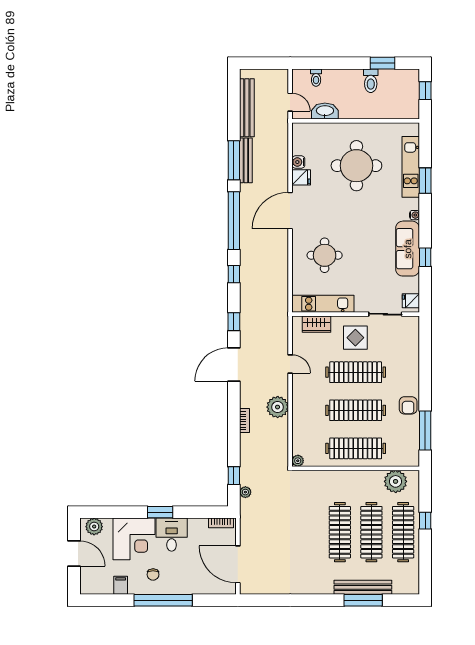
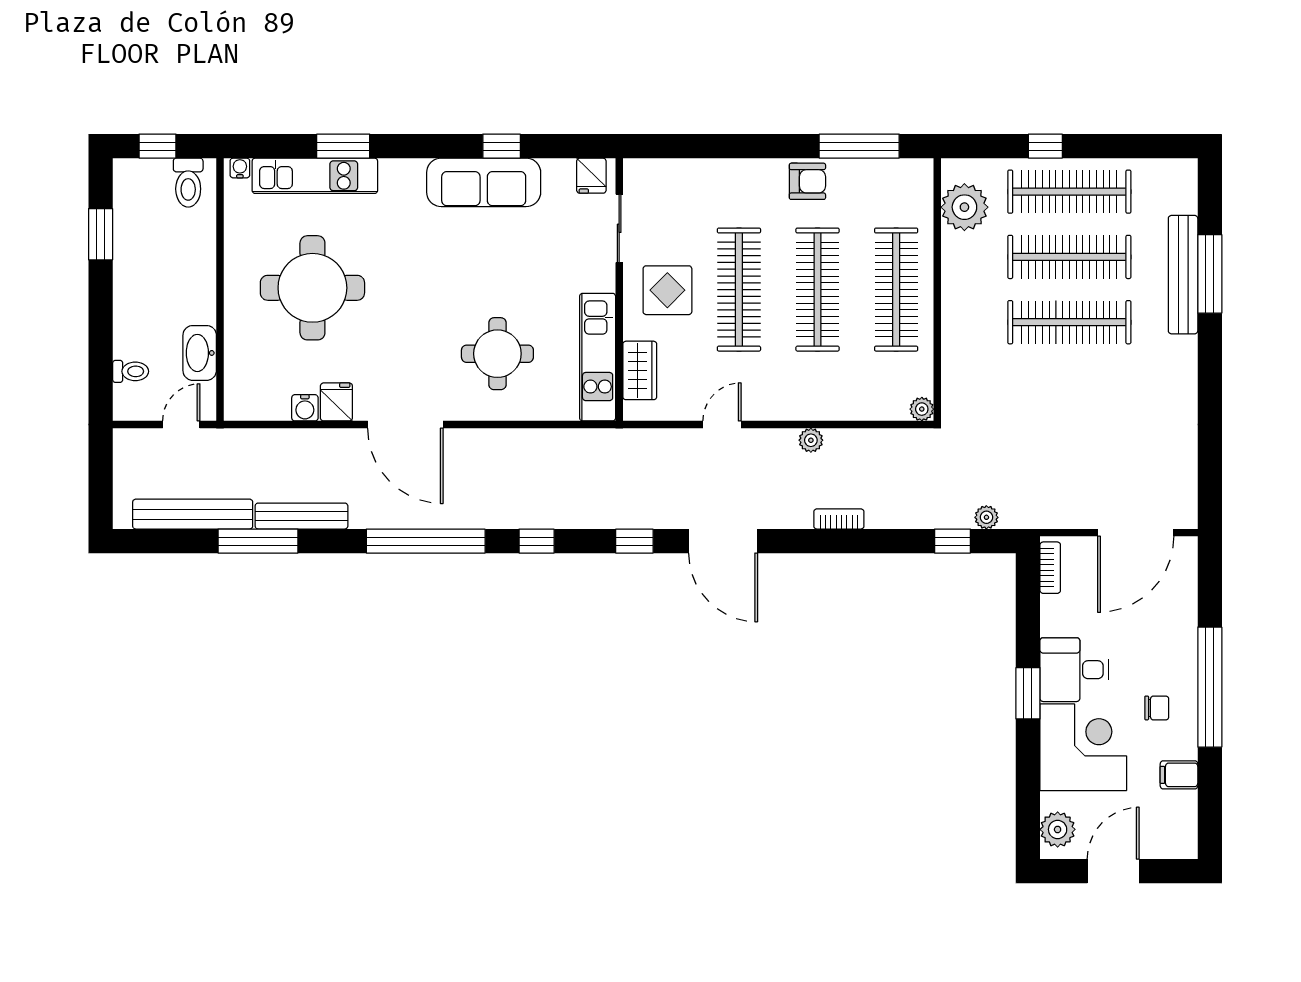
toilet: (371, 81) -> (188, 183), moved, turned 90
window: (234, 160) -> (258, 541), moved
water cooler: (415, 215) -> (240, 168), moved
plant: (278, 407) -> (811, 440), width x0.53, depth x0.53

